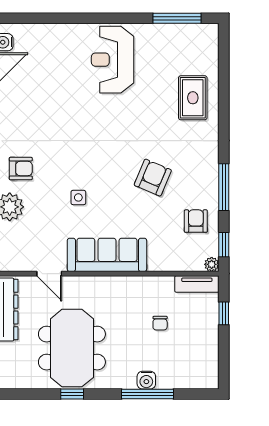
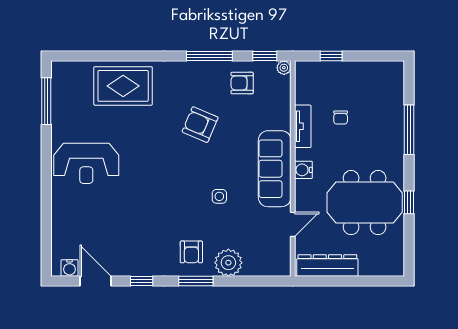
rug: (193, 98) -> (123, 86), width x1.36, depth x1.43
armchair: (21, 169) -> (191, 252), turned 180
tv unit: (197, 284) -> (303, 126), moved
chair: (160, 323) -> (341, 118), turned 90
water cooler: (146, 380) -> (303, 170), moved, turned 180

